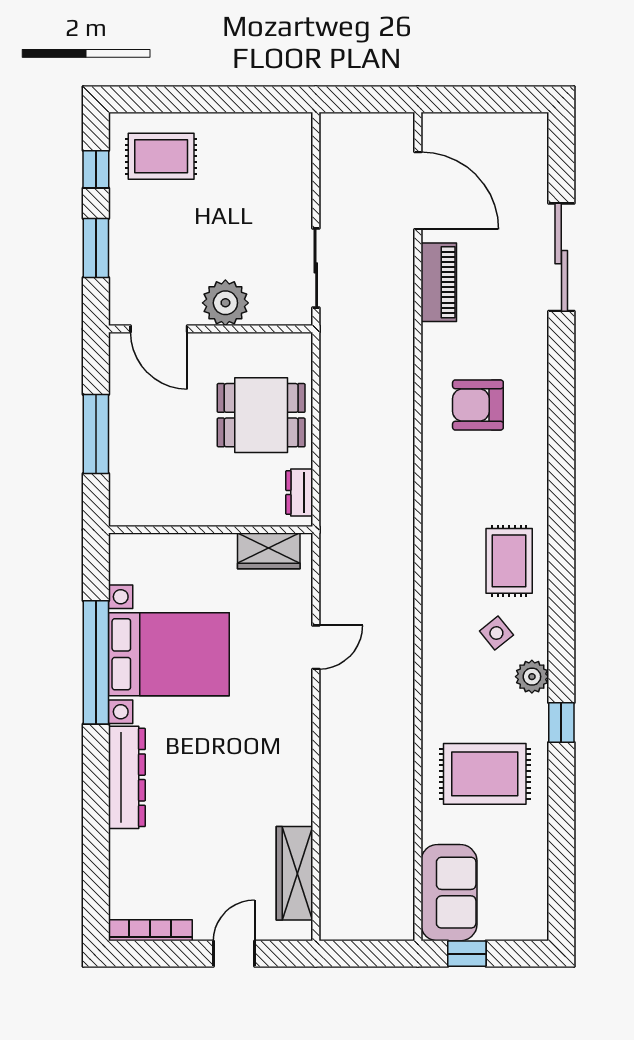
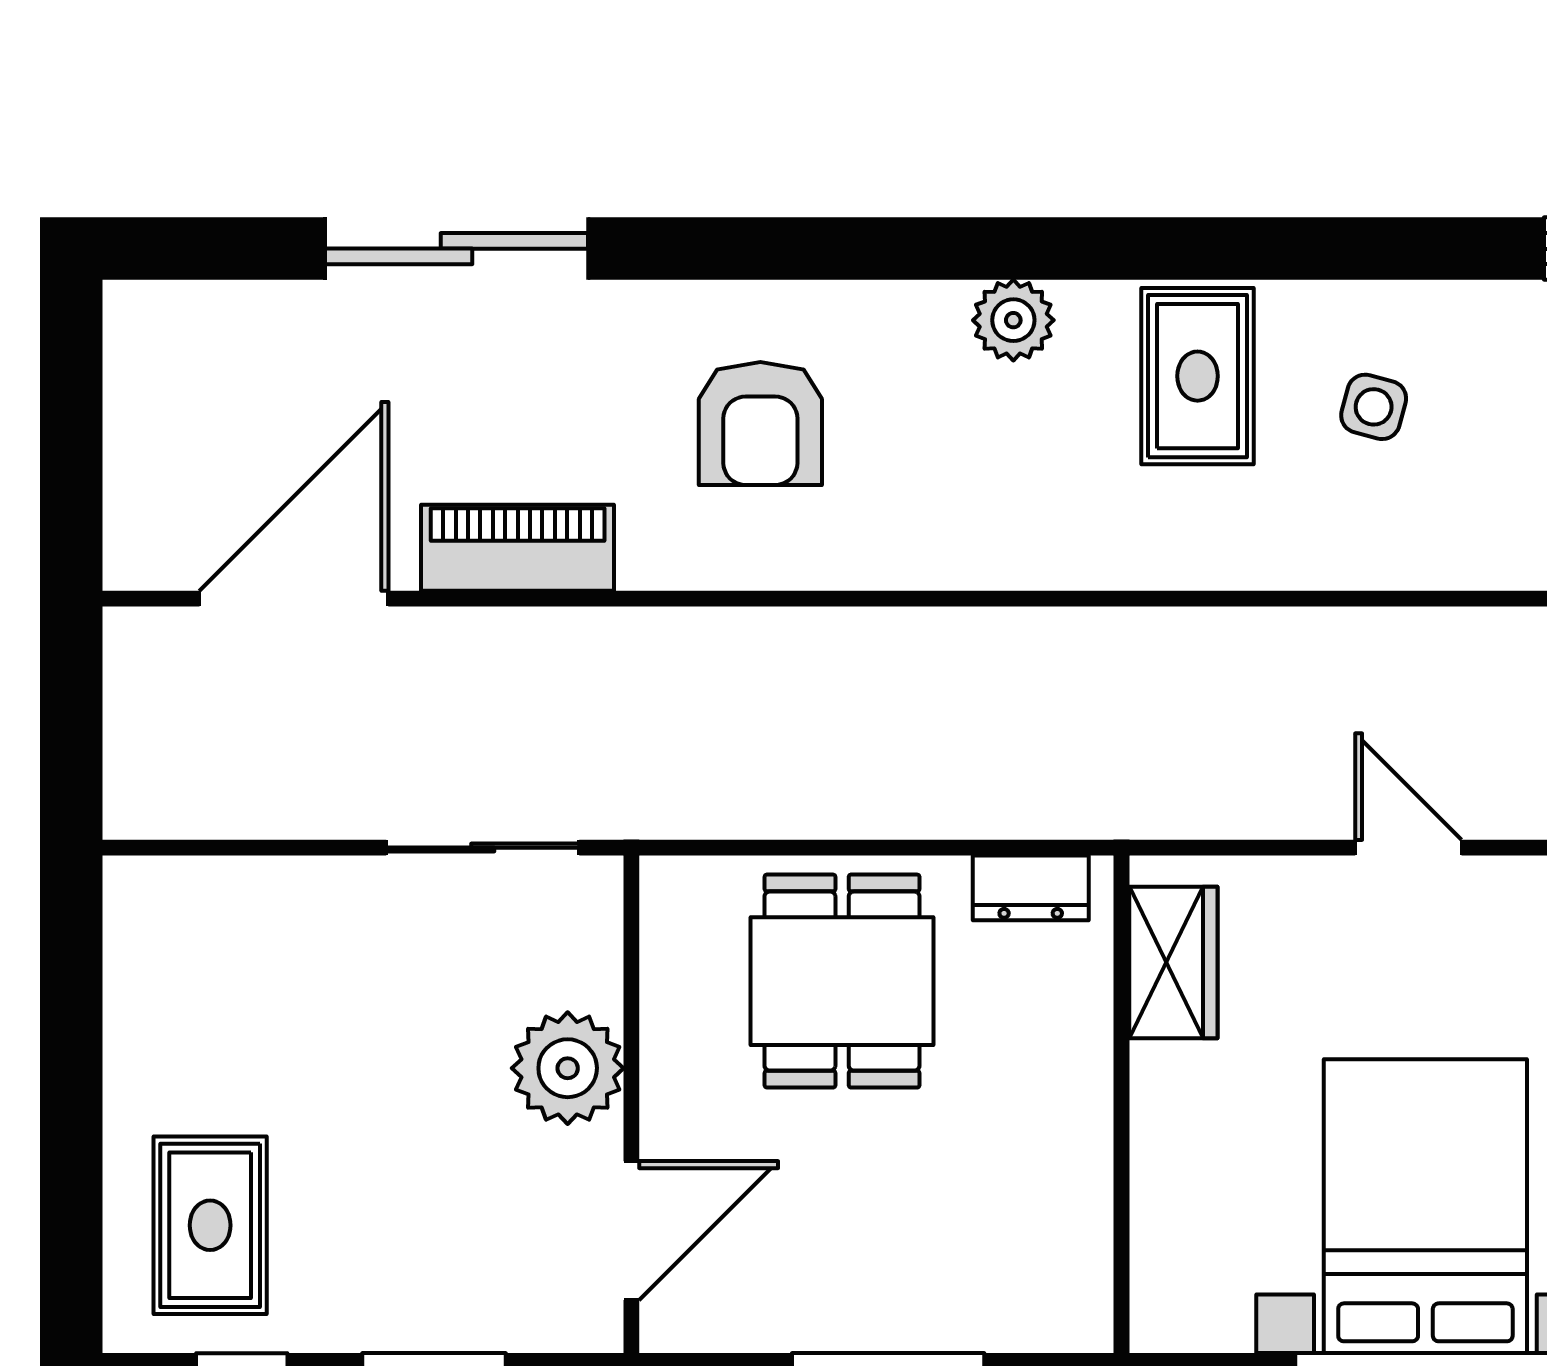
armchair: (478, 405) -> (760, 424), moved
rug: (509, 561) -> (1198, 376), turned 90
side table: (496, 633) -> (1374, 407), turned -36
plant: (532, 677) -> (1013, 320), moved

